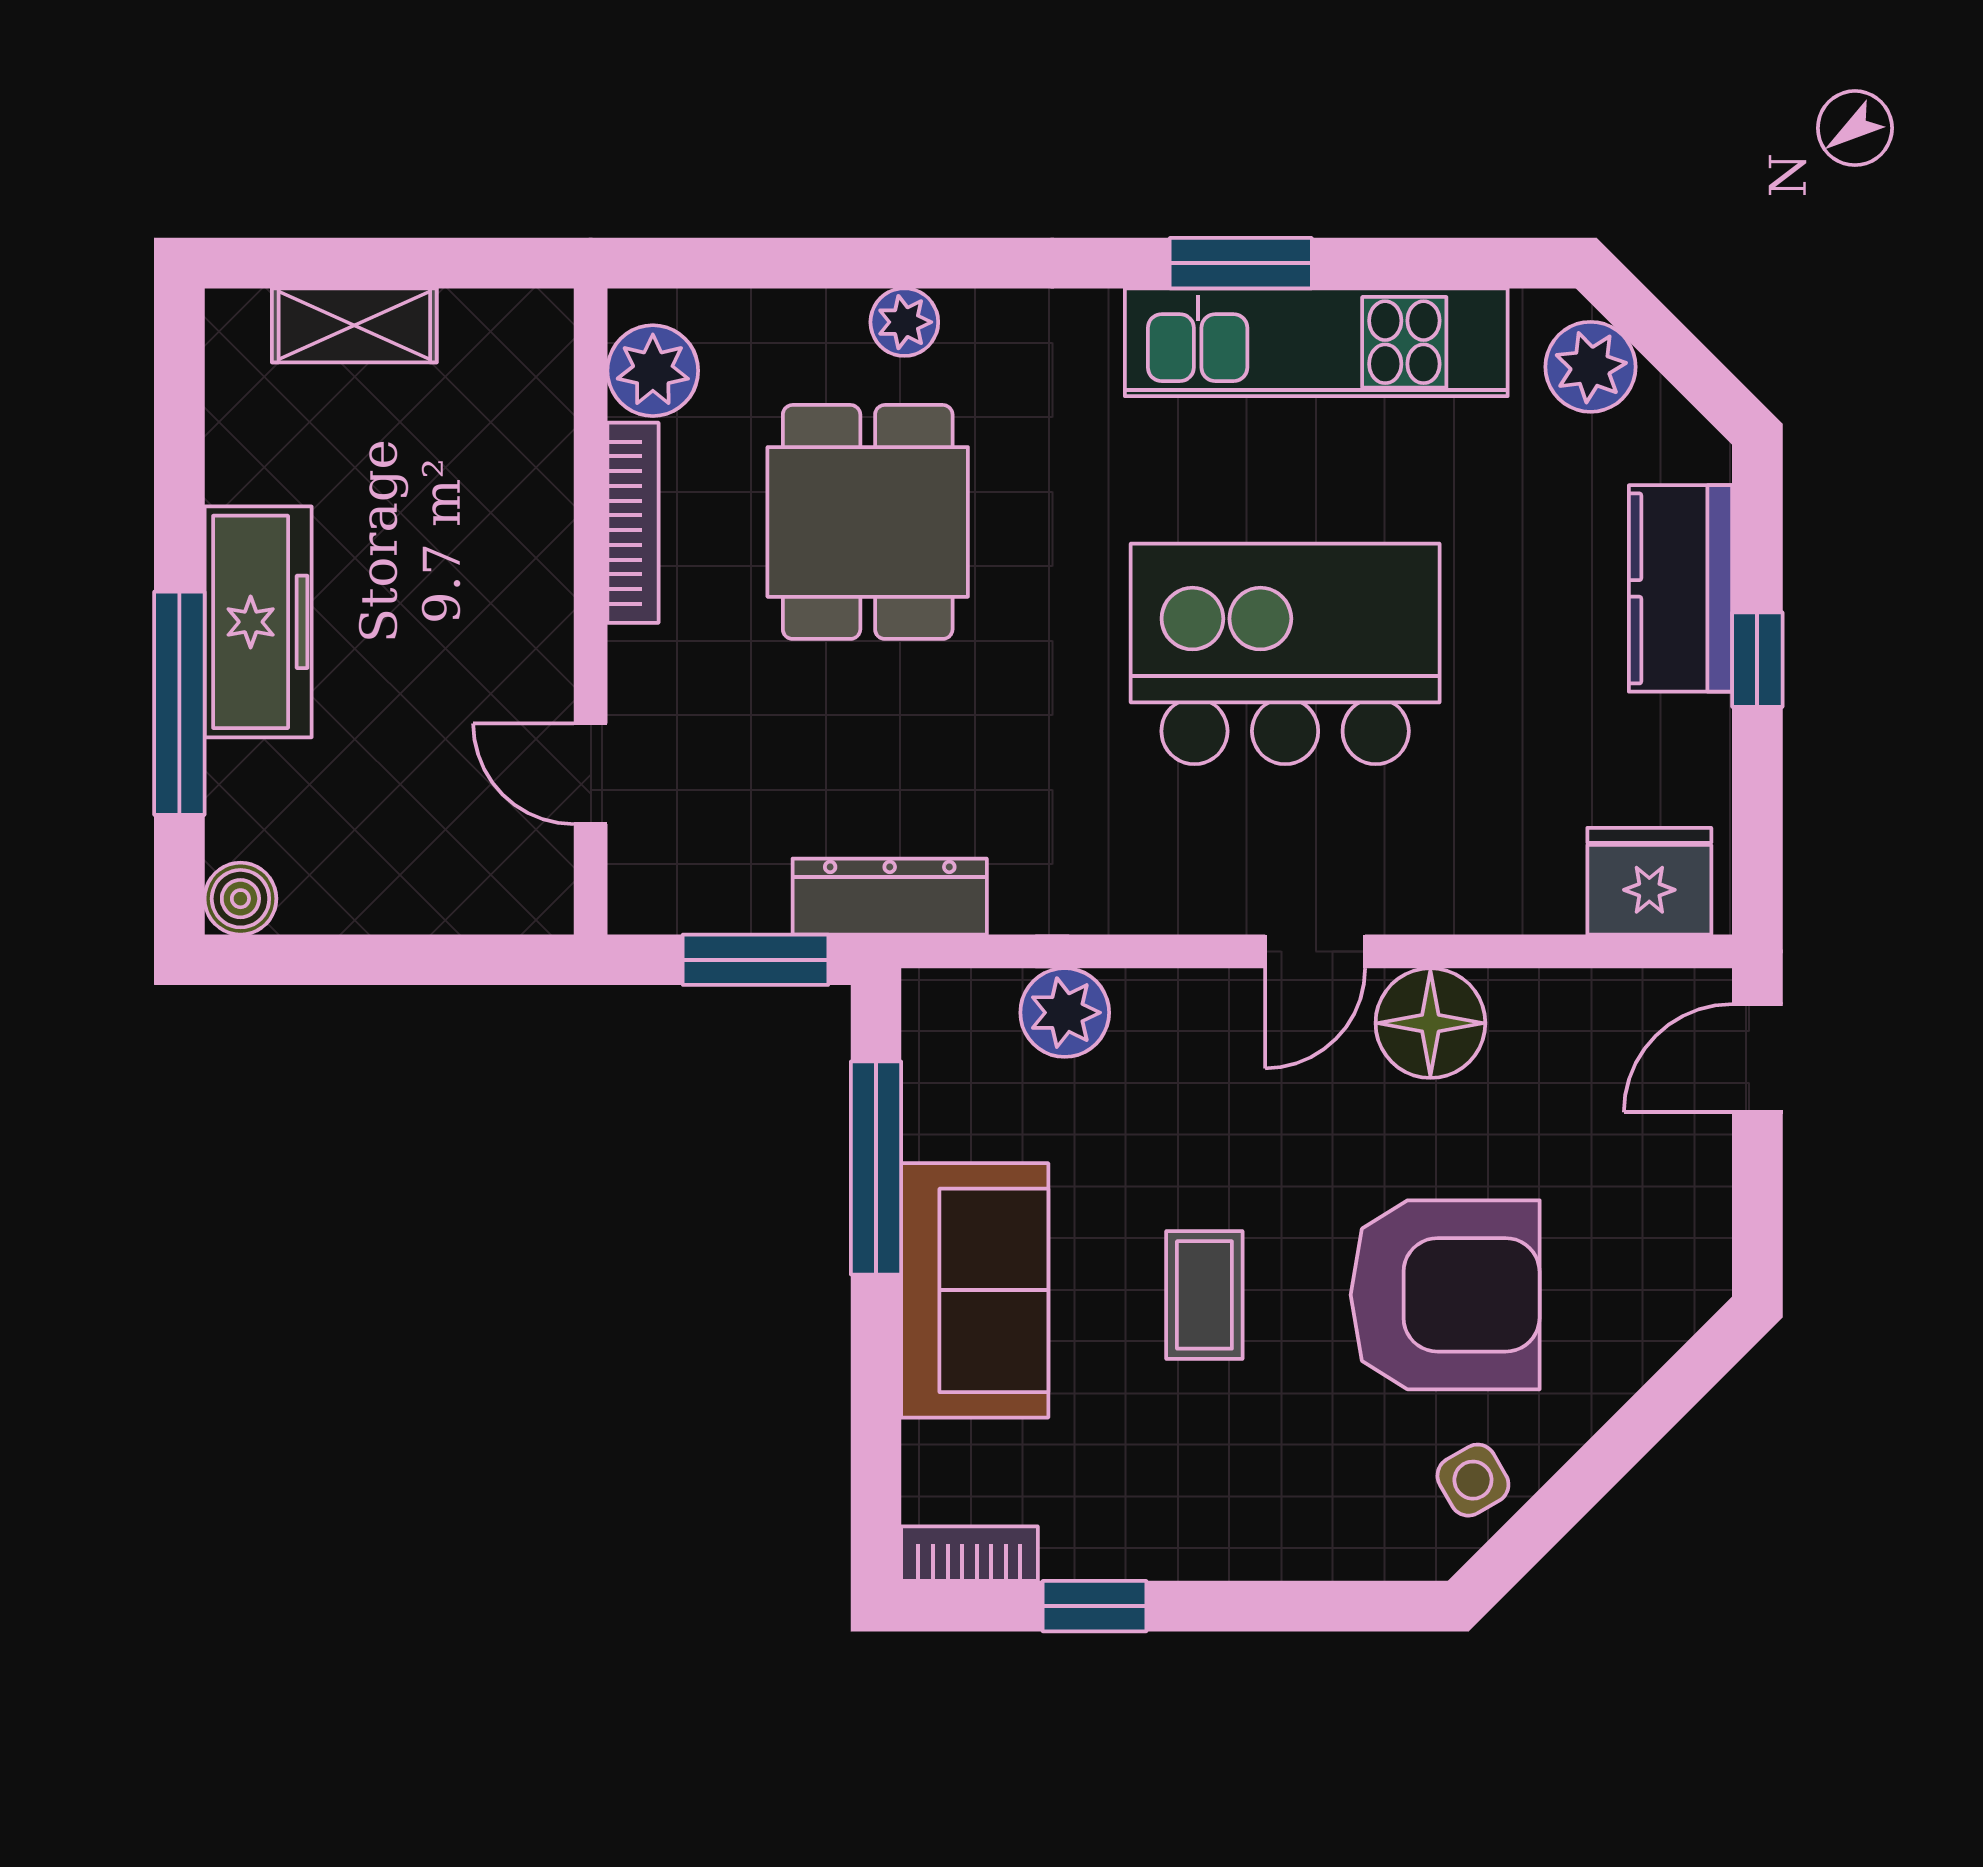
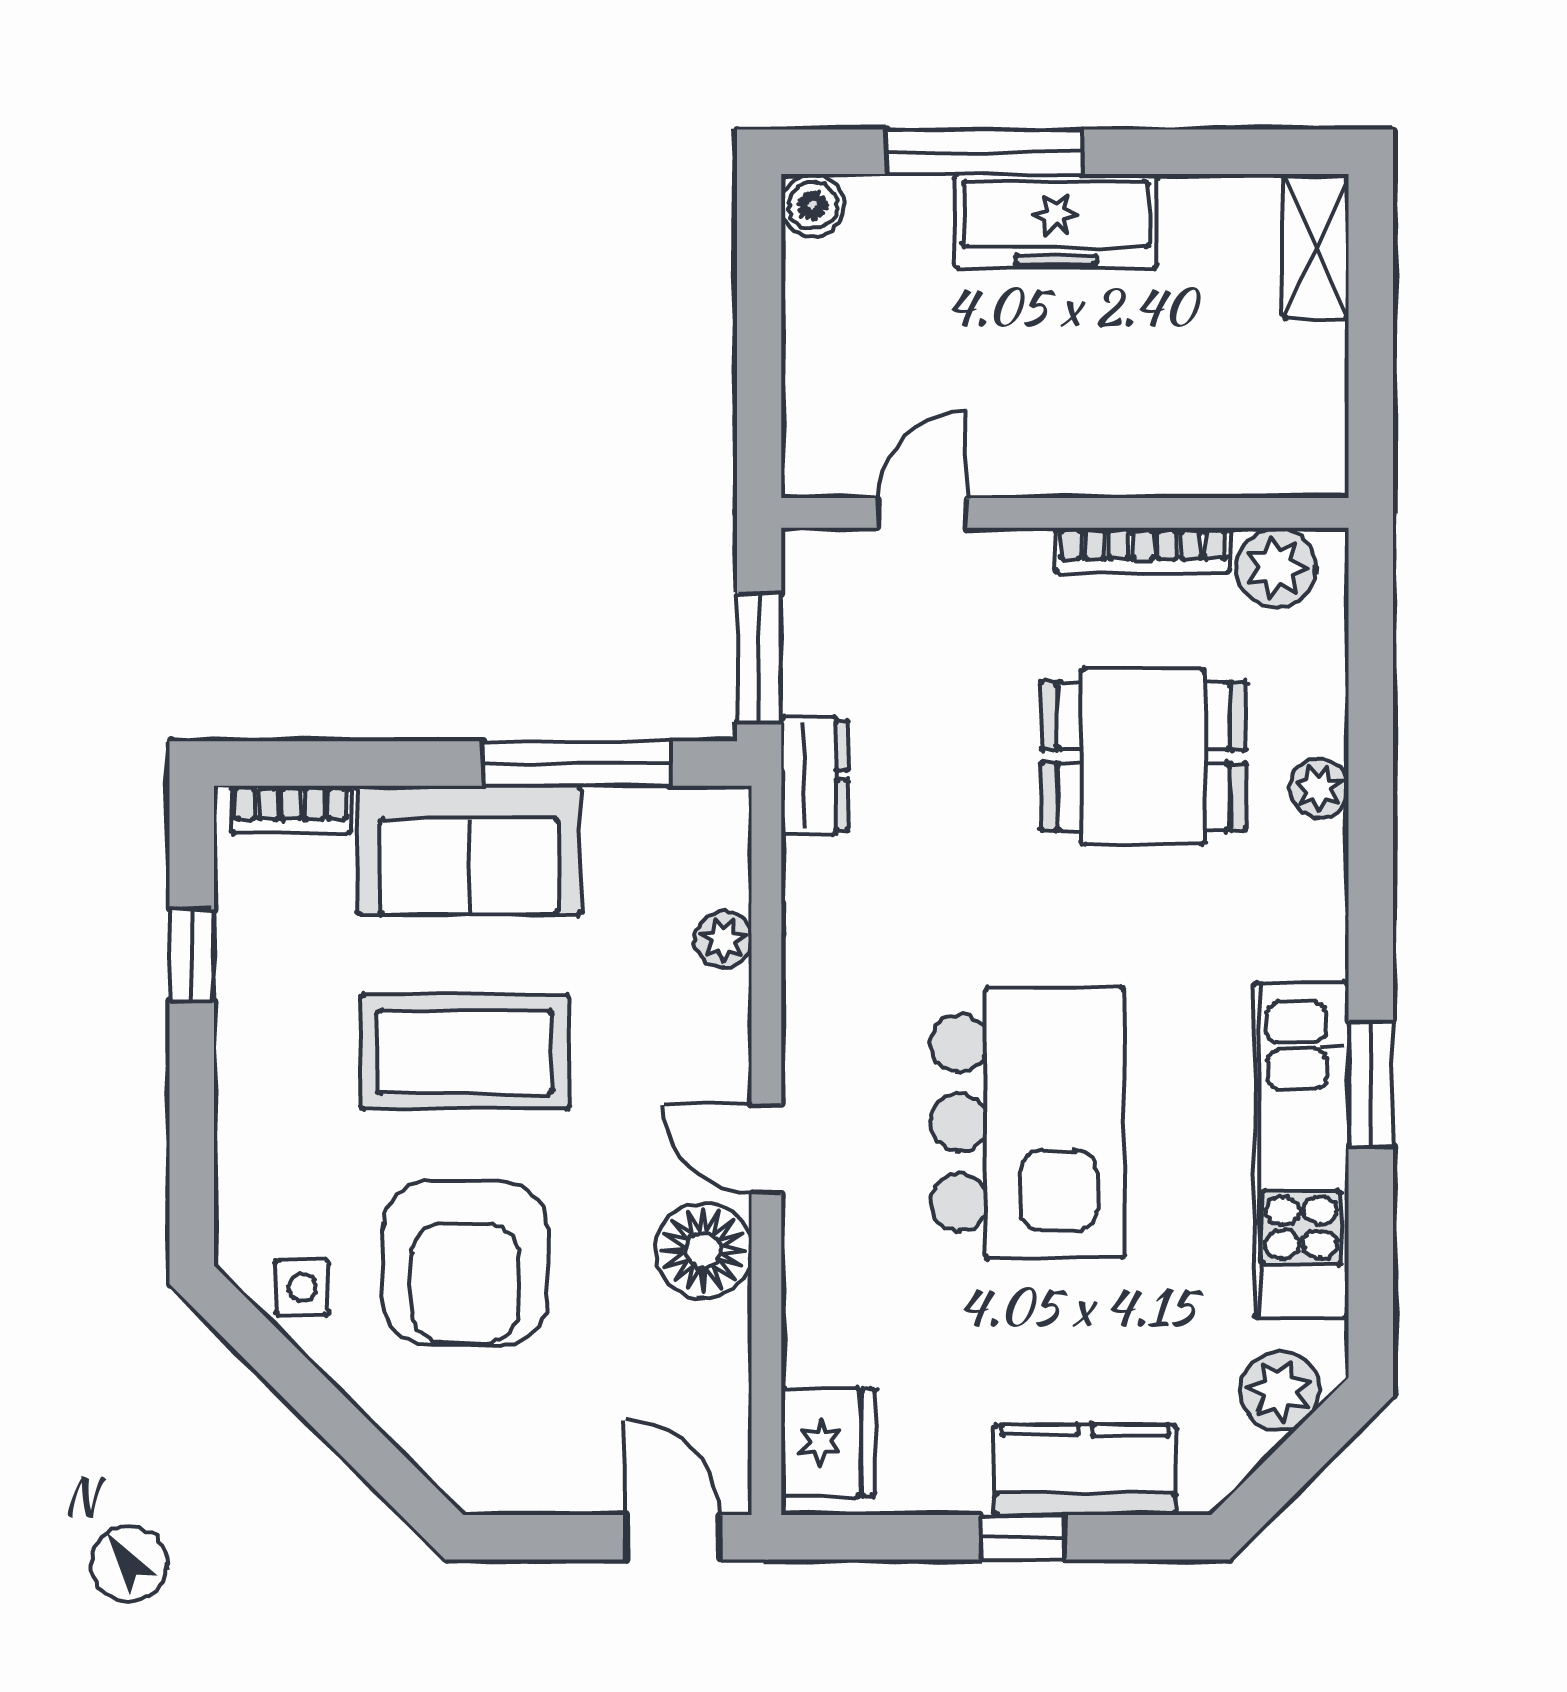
shelving: (354, 325) -> (1316, 246), moved
dresser: (890, 897) -> (815, 776), width x0.70
plant: (1065, 1013) -> (723, 940), width x0.73, depth x0.73
coffee table: (1204, 1295) -> (465, 1052), width x1.86, depth x1.72
side table: (1473, 1480) -> (302, 1288), turned 30
bookcase: (969, 1554) -> (291, 810), moved, turned 90

